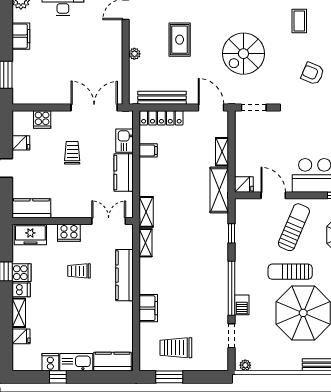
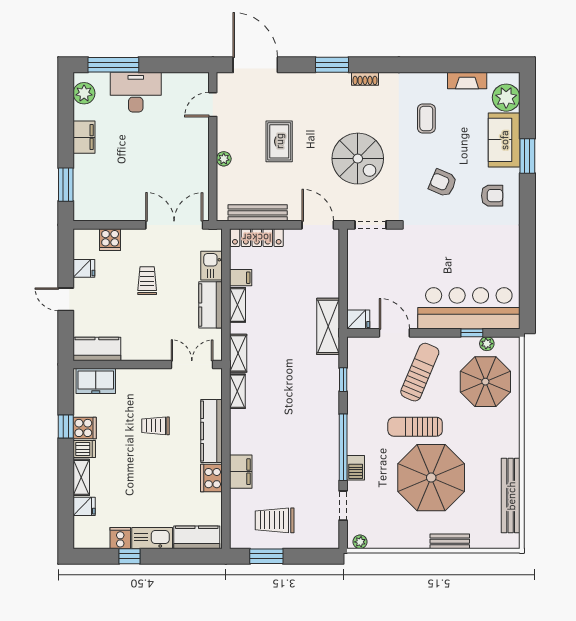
spiral stairs: (243, 54) -> (358, 159), turned -90
shelving: (222, 152) -> (237, 305), moved
cooker: (69, 233) -> (211, 478), moved, turned 90

